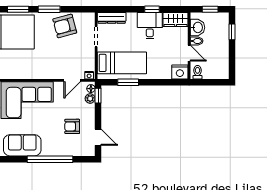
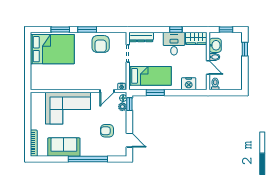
armchair: (65, 26) -> (101, 44), turned -75
nightstand: (180, 72) -> (189, 84), moved

